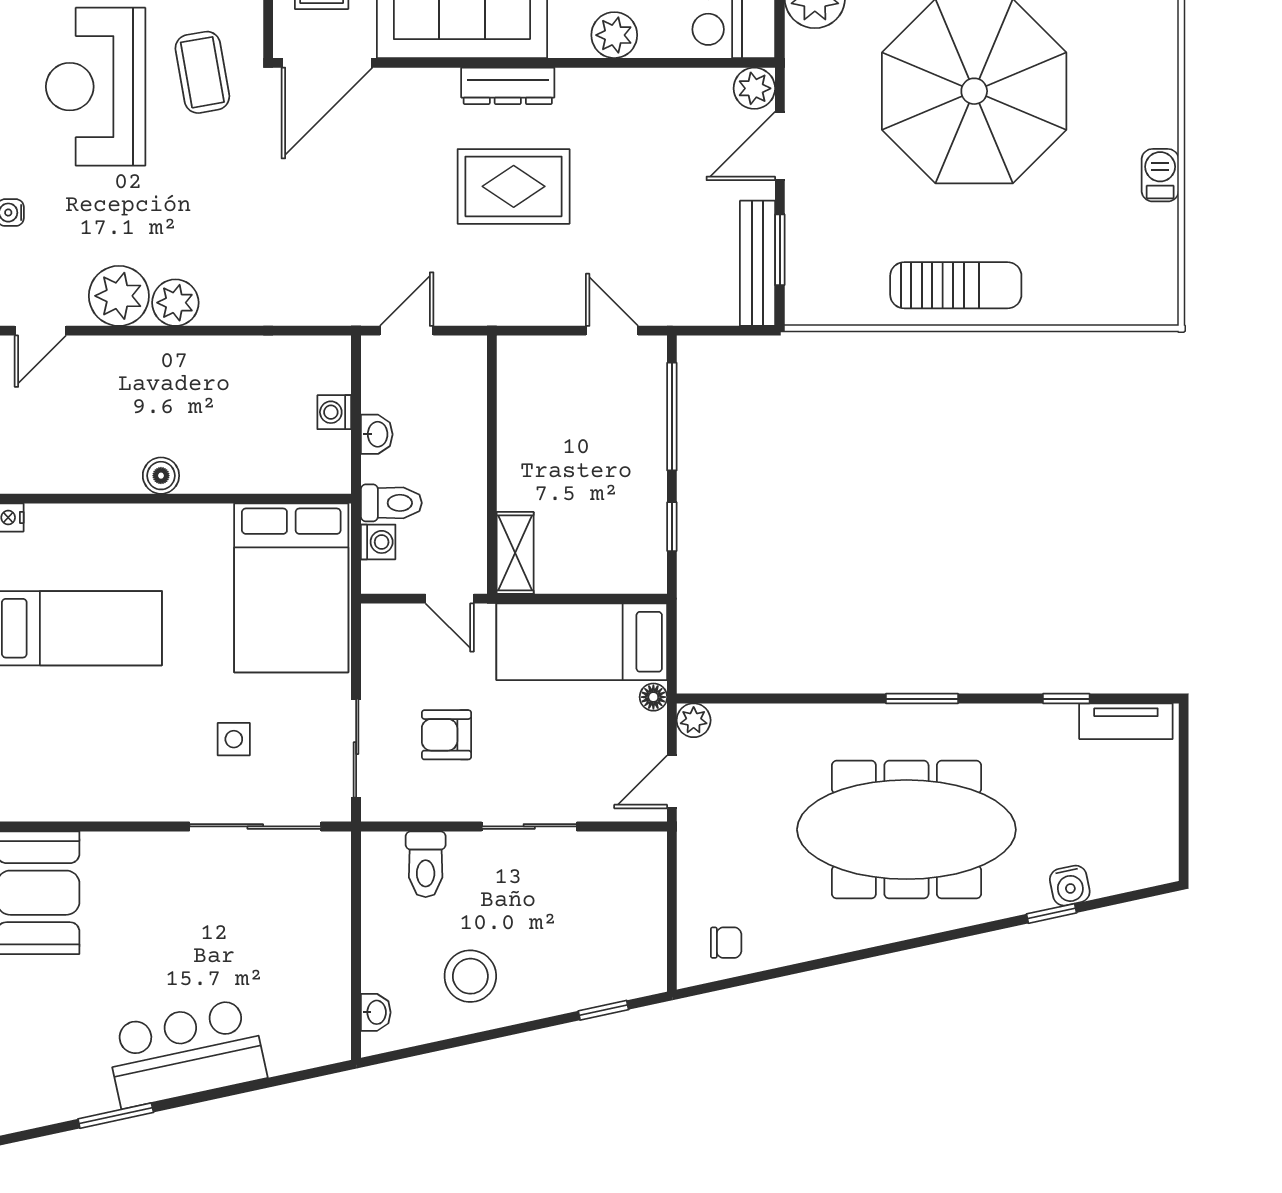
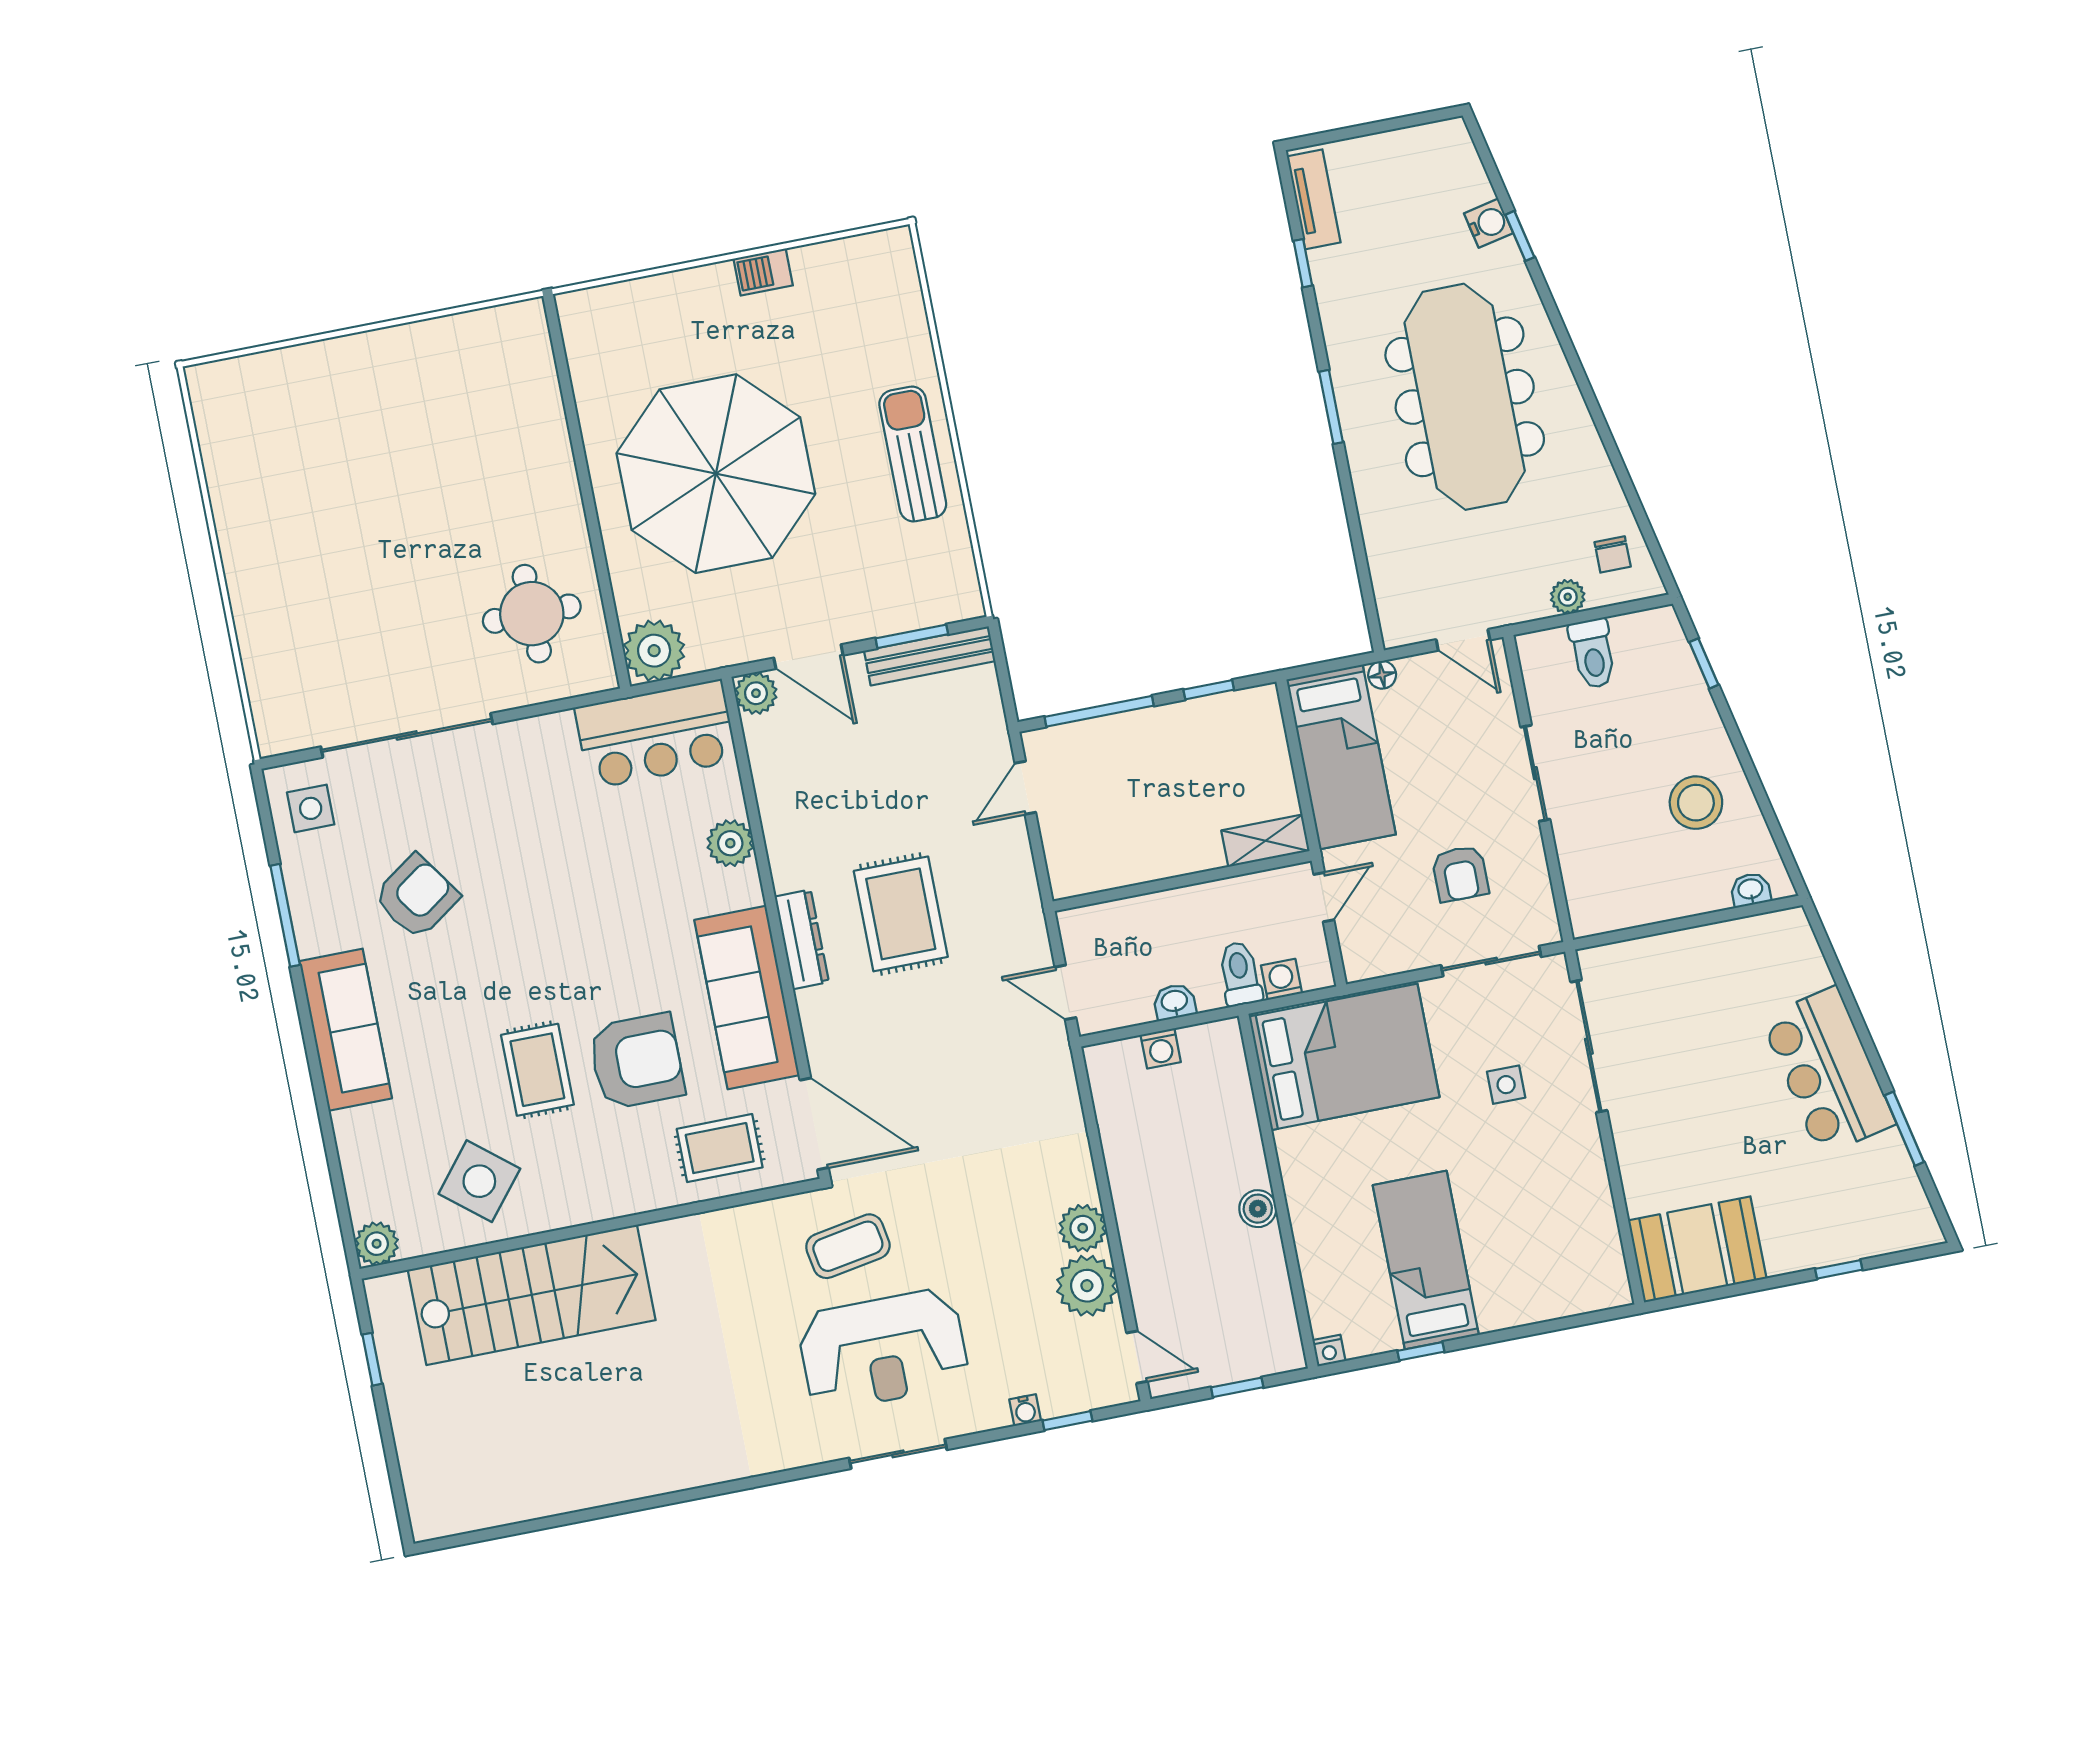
plant: (694, 720) -> (1568, 597), moved
toilet: (426, 864) -> (1593, 653), moved, turned 90
chair: (726, 943) -> (1613, 554), turned 180

